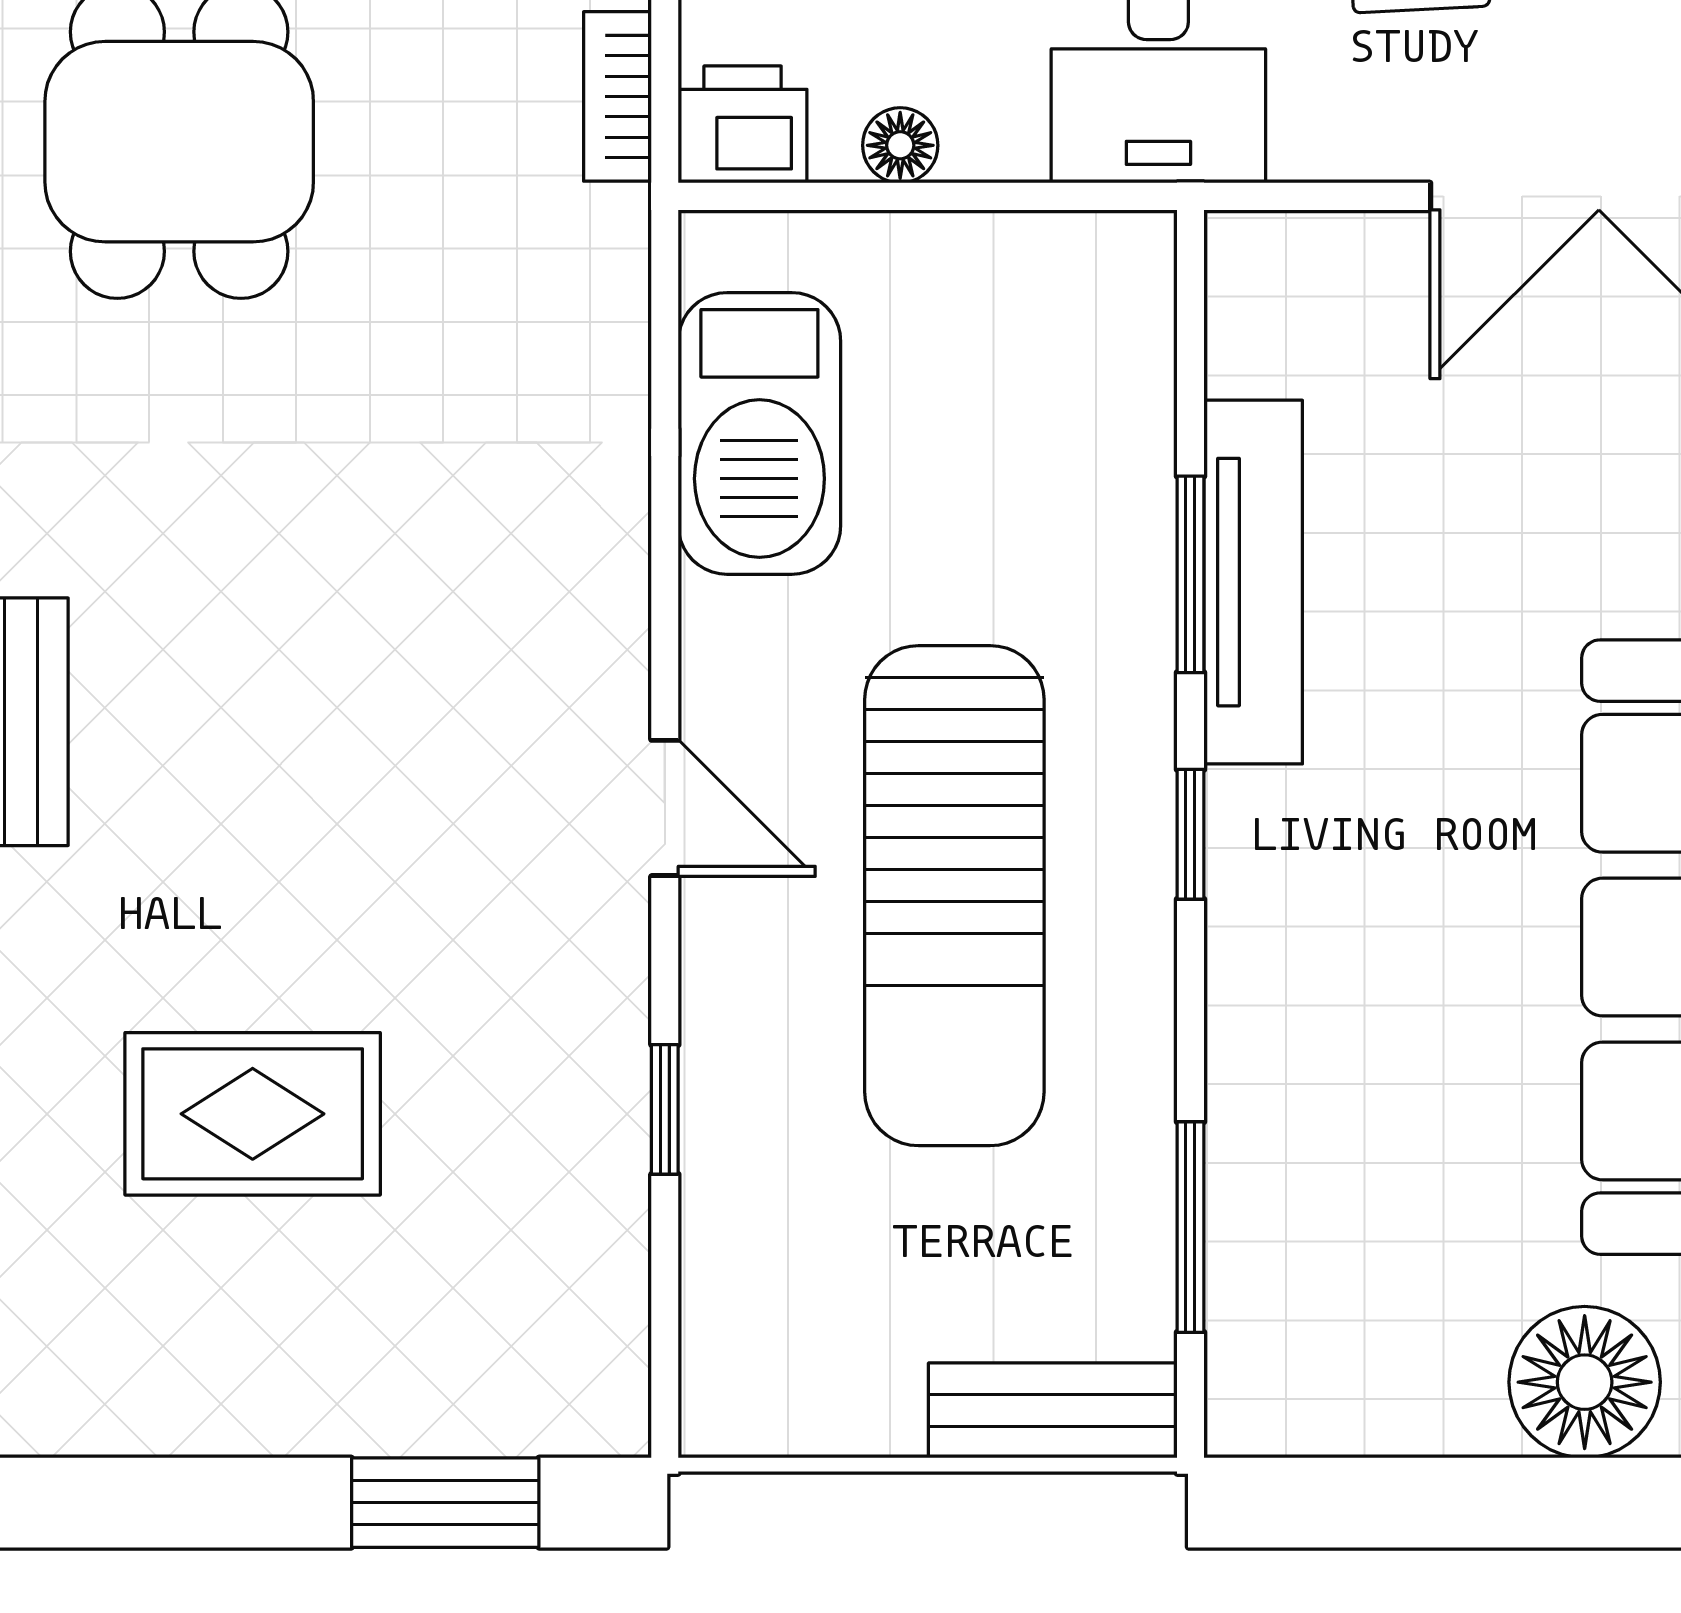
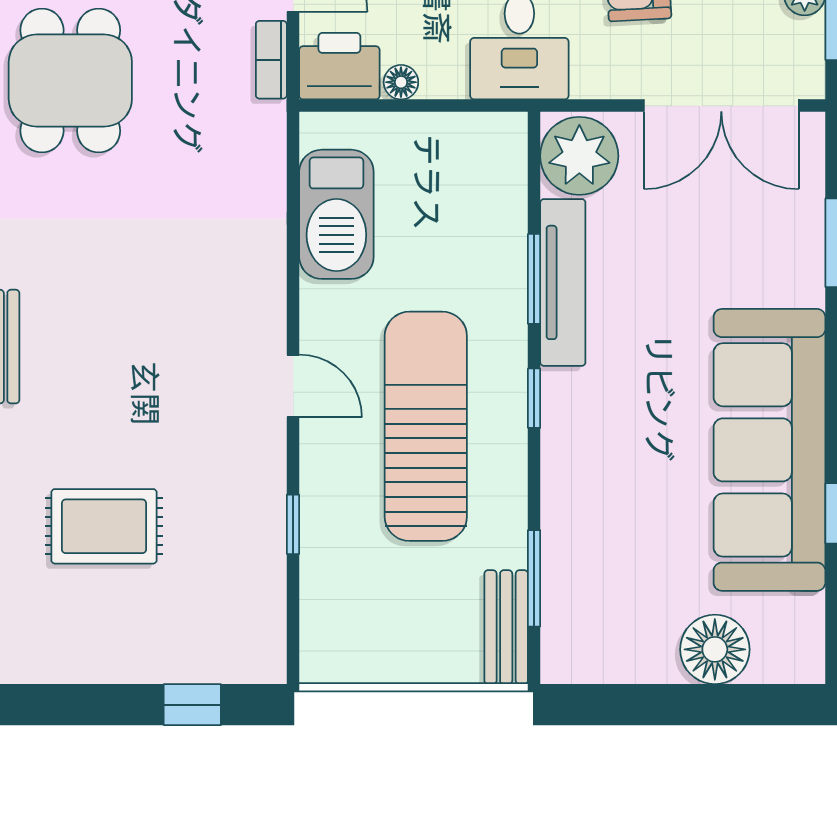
printer: (743, 124) -> (339, 66), width x1.36, depth x1.24
plant: (1289, 306) -> (579, 156), added
sun lounger: (954, 896) -> (426, 426), turned 180
bench: (1053, 1410) -> (506, 627), moved, turned 90
window: (445, 1503) -> (192, 705), width x0.67

